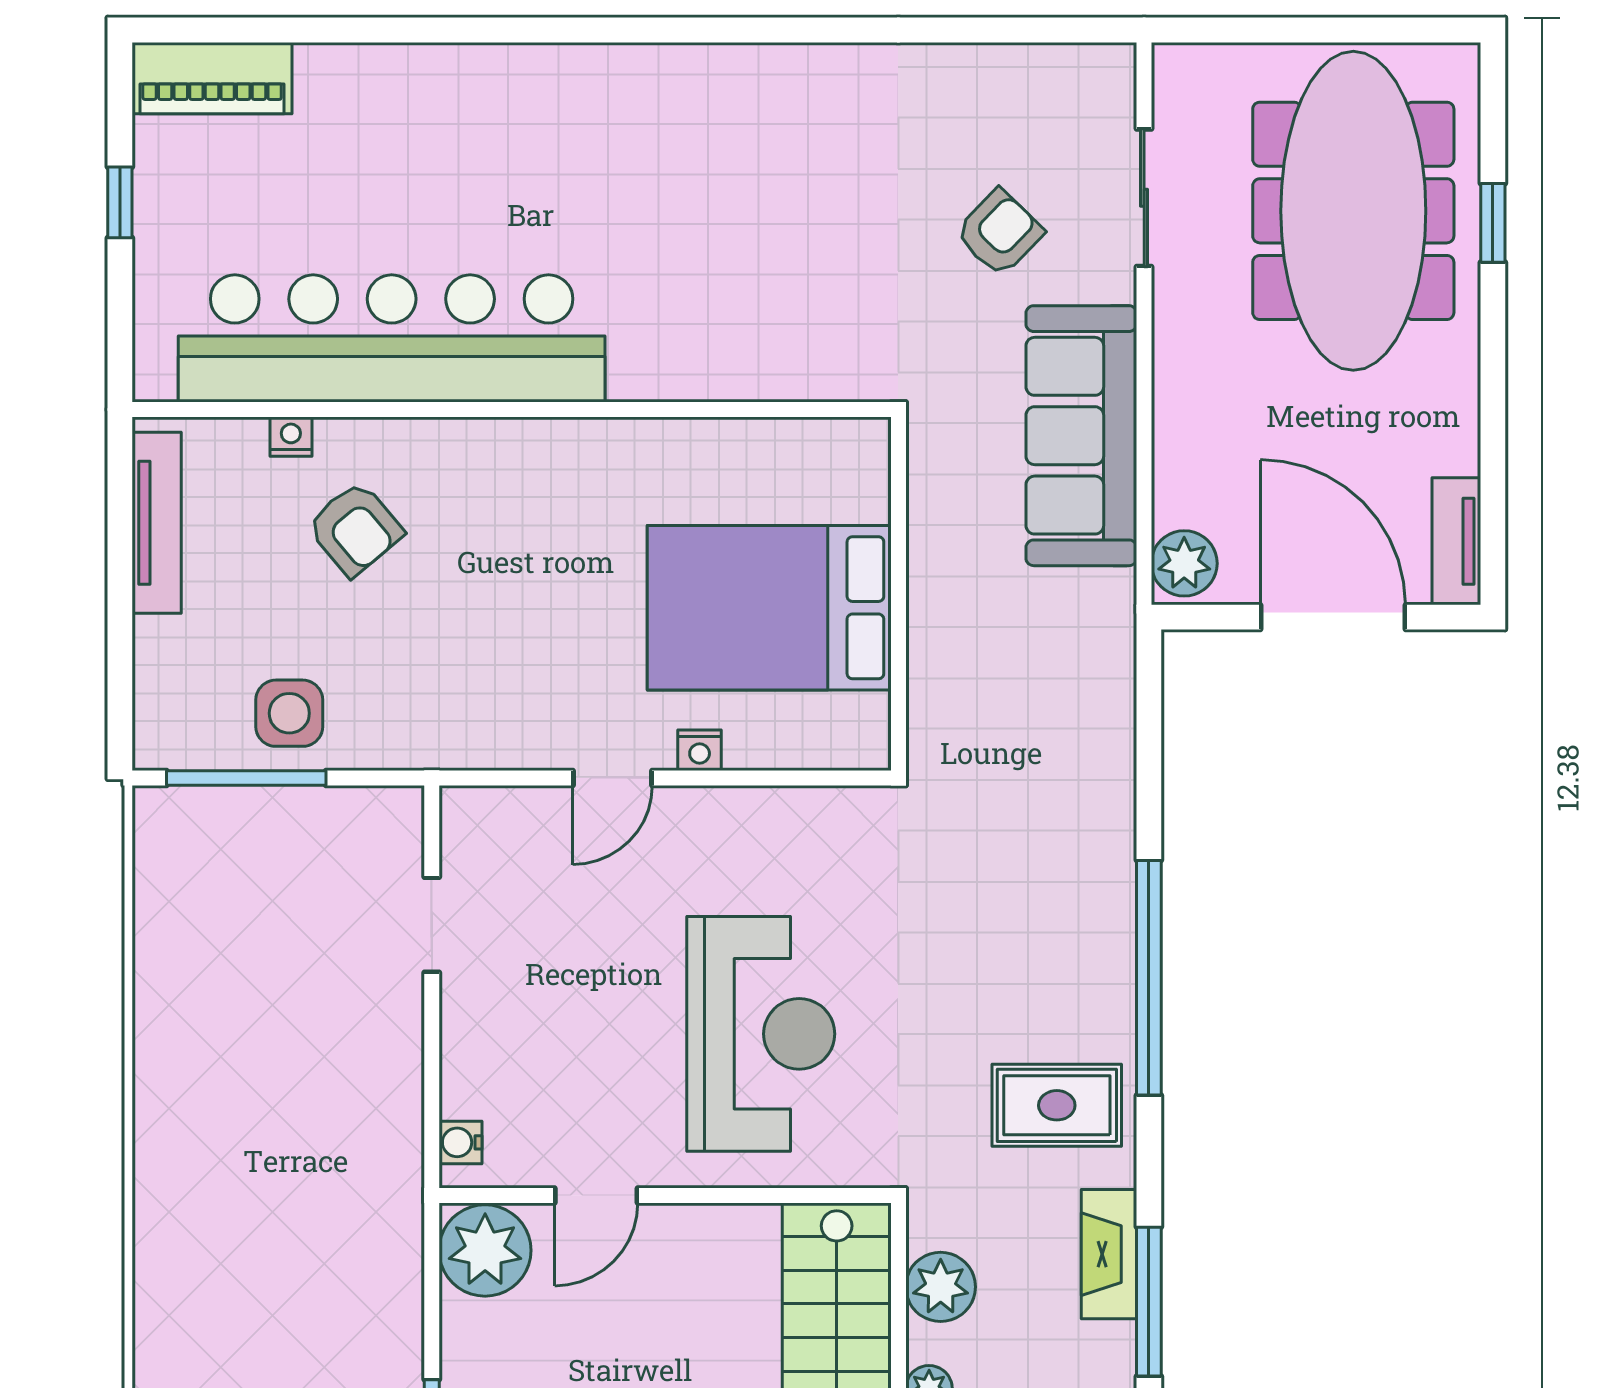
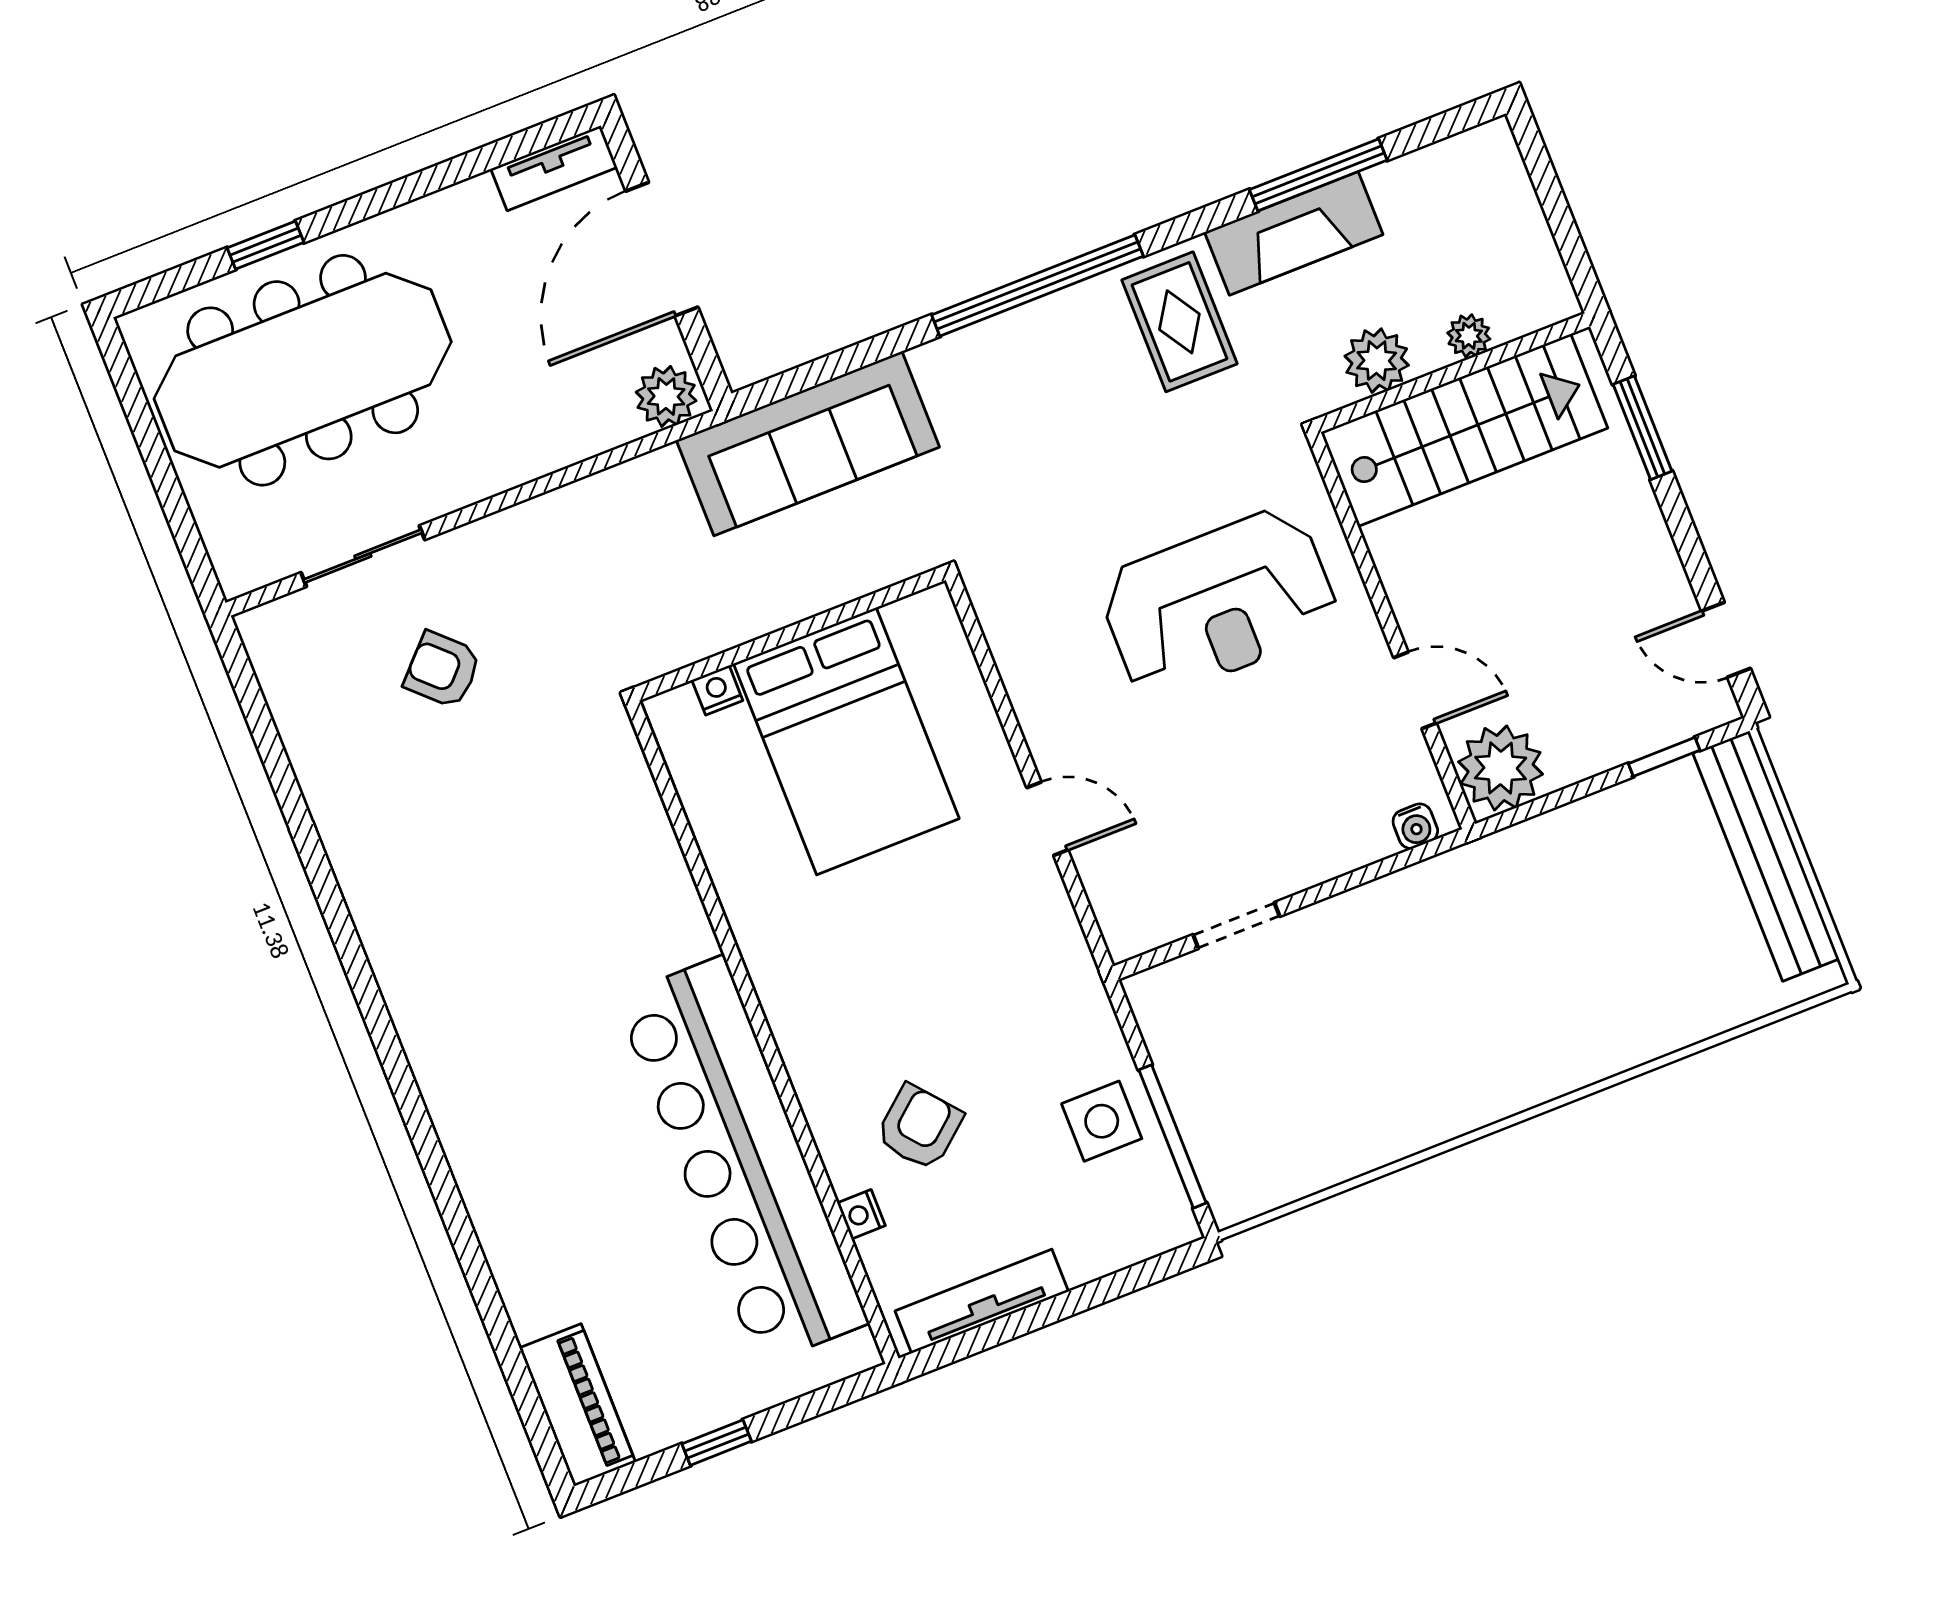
sofa: (1081, 436) -> (808, 444), moved
nightstand: (700, 750) -> (717, 690), moved, turned -90
reception desk: (761, 1034) -> (1219, 603), turned 180
fireplace: (1109, 1254) -> (1294, 233), width x1.37, depth x1.32

